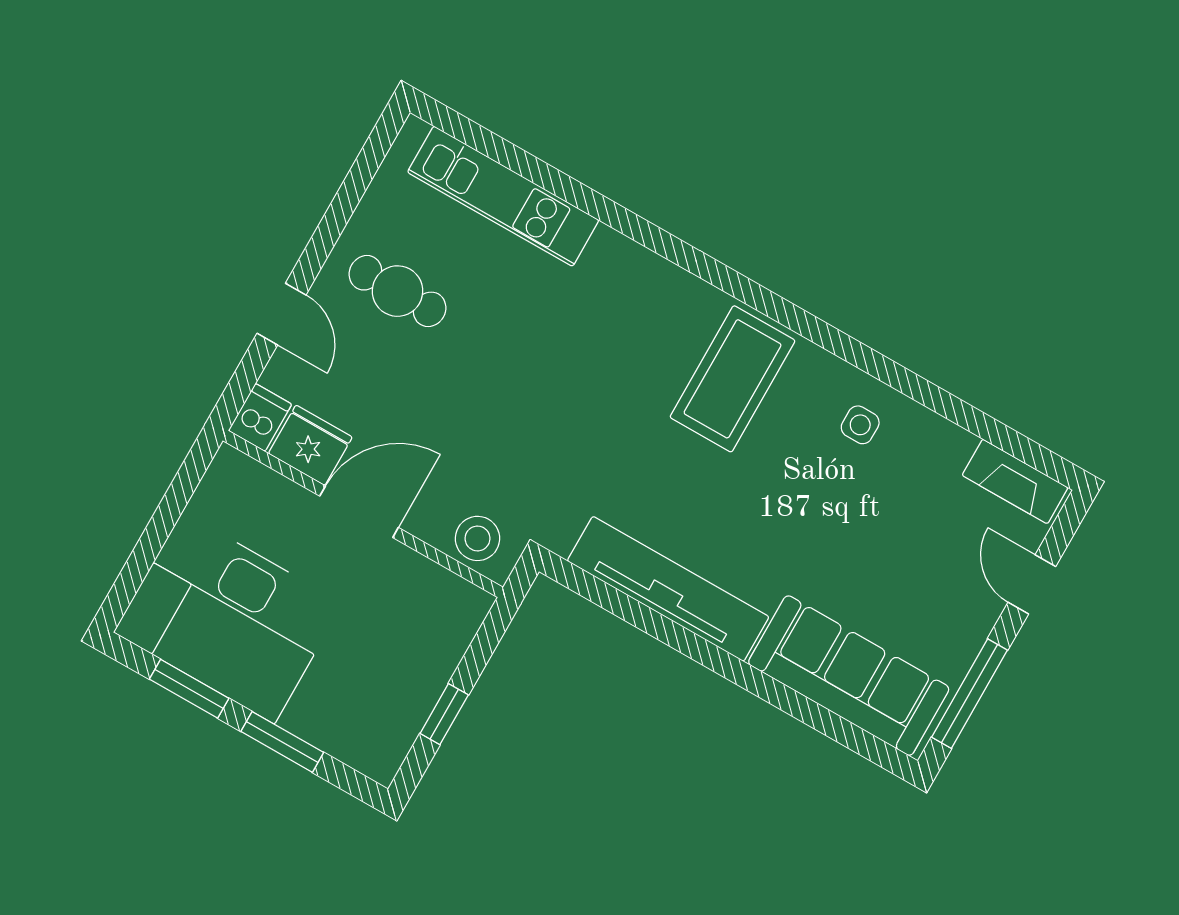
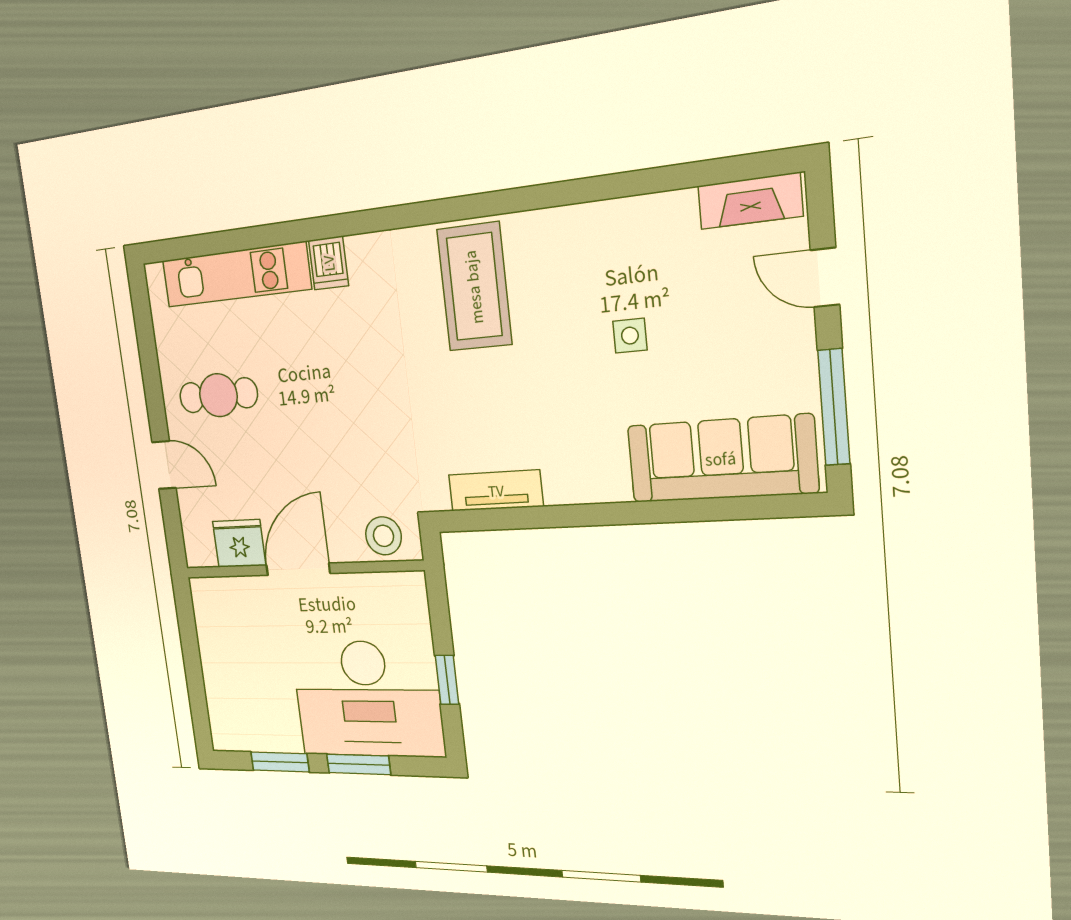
dishwasher: (260, 417) -> (329, 263), moved, turned 180
side table: (860, 425) -> (630, 336), moved
tv unit: (668, 589) -> (496, 491), width x0.52, depth x0.78
desk: (228, 618) -> (367, 699), moved

